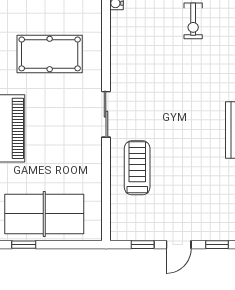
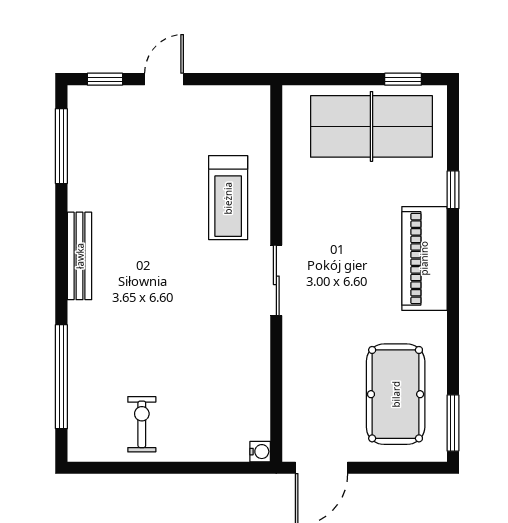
pool table: (50, 54) -> (396, 394), moved, turned 90
window: (143, 245) -> (220, 79), removed

